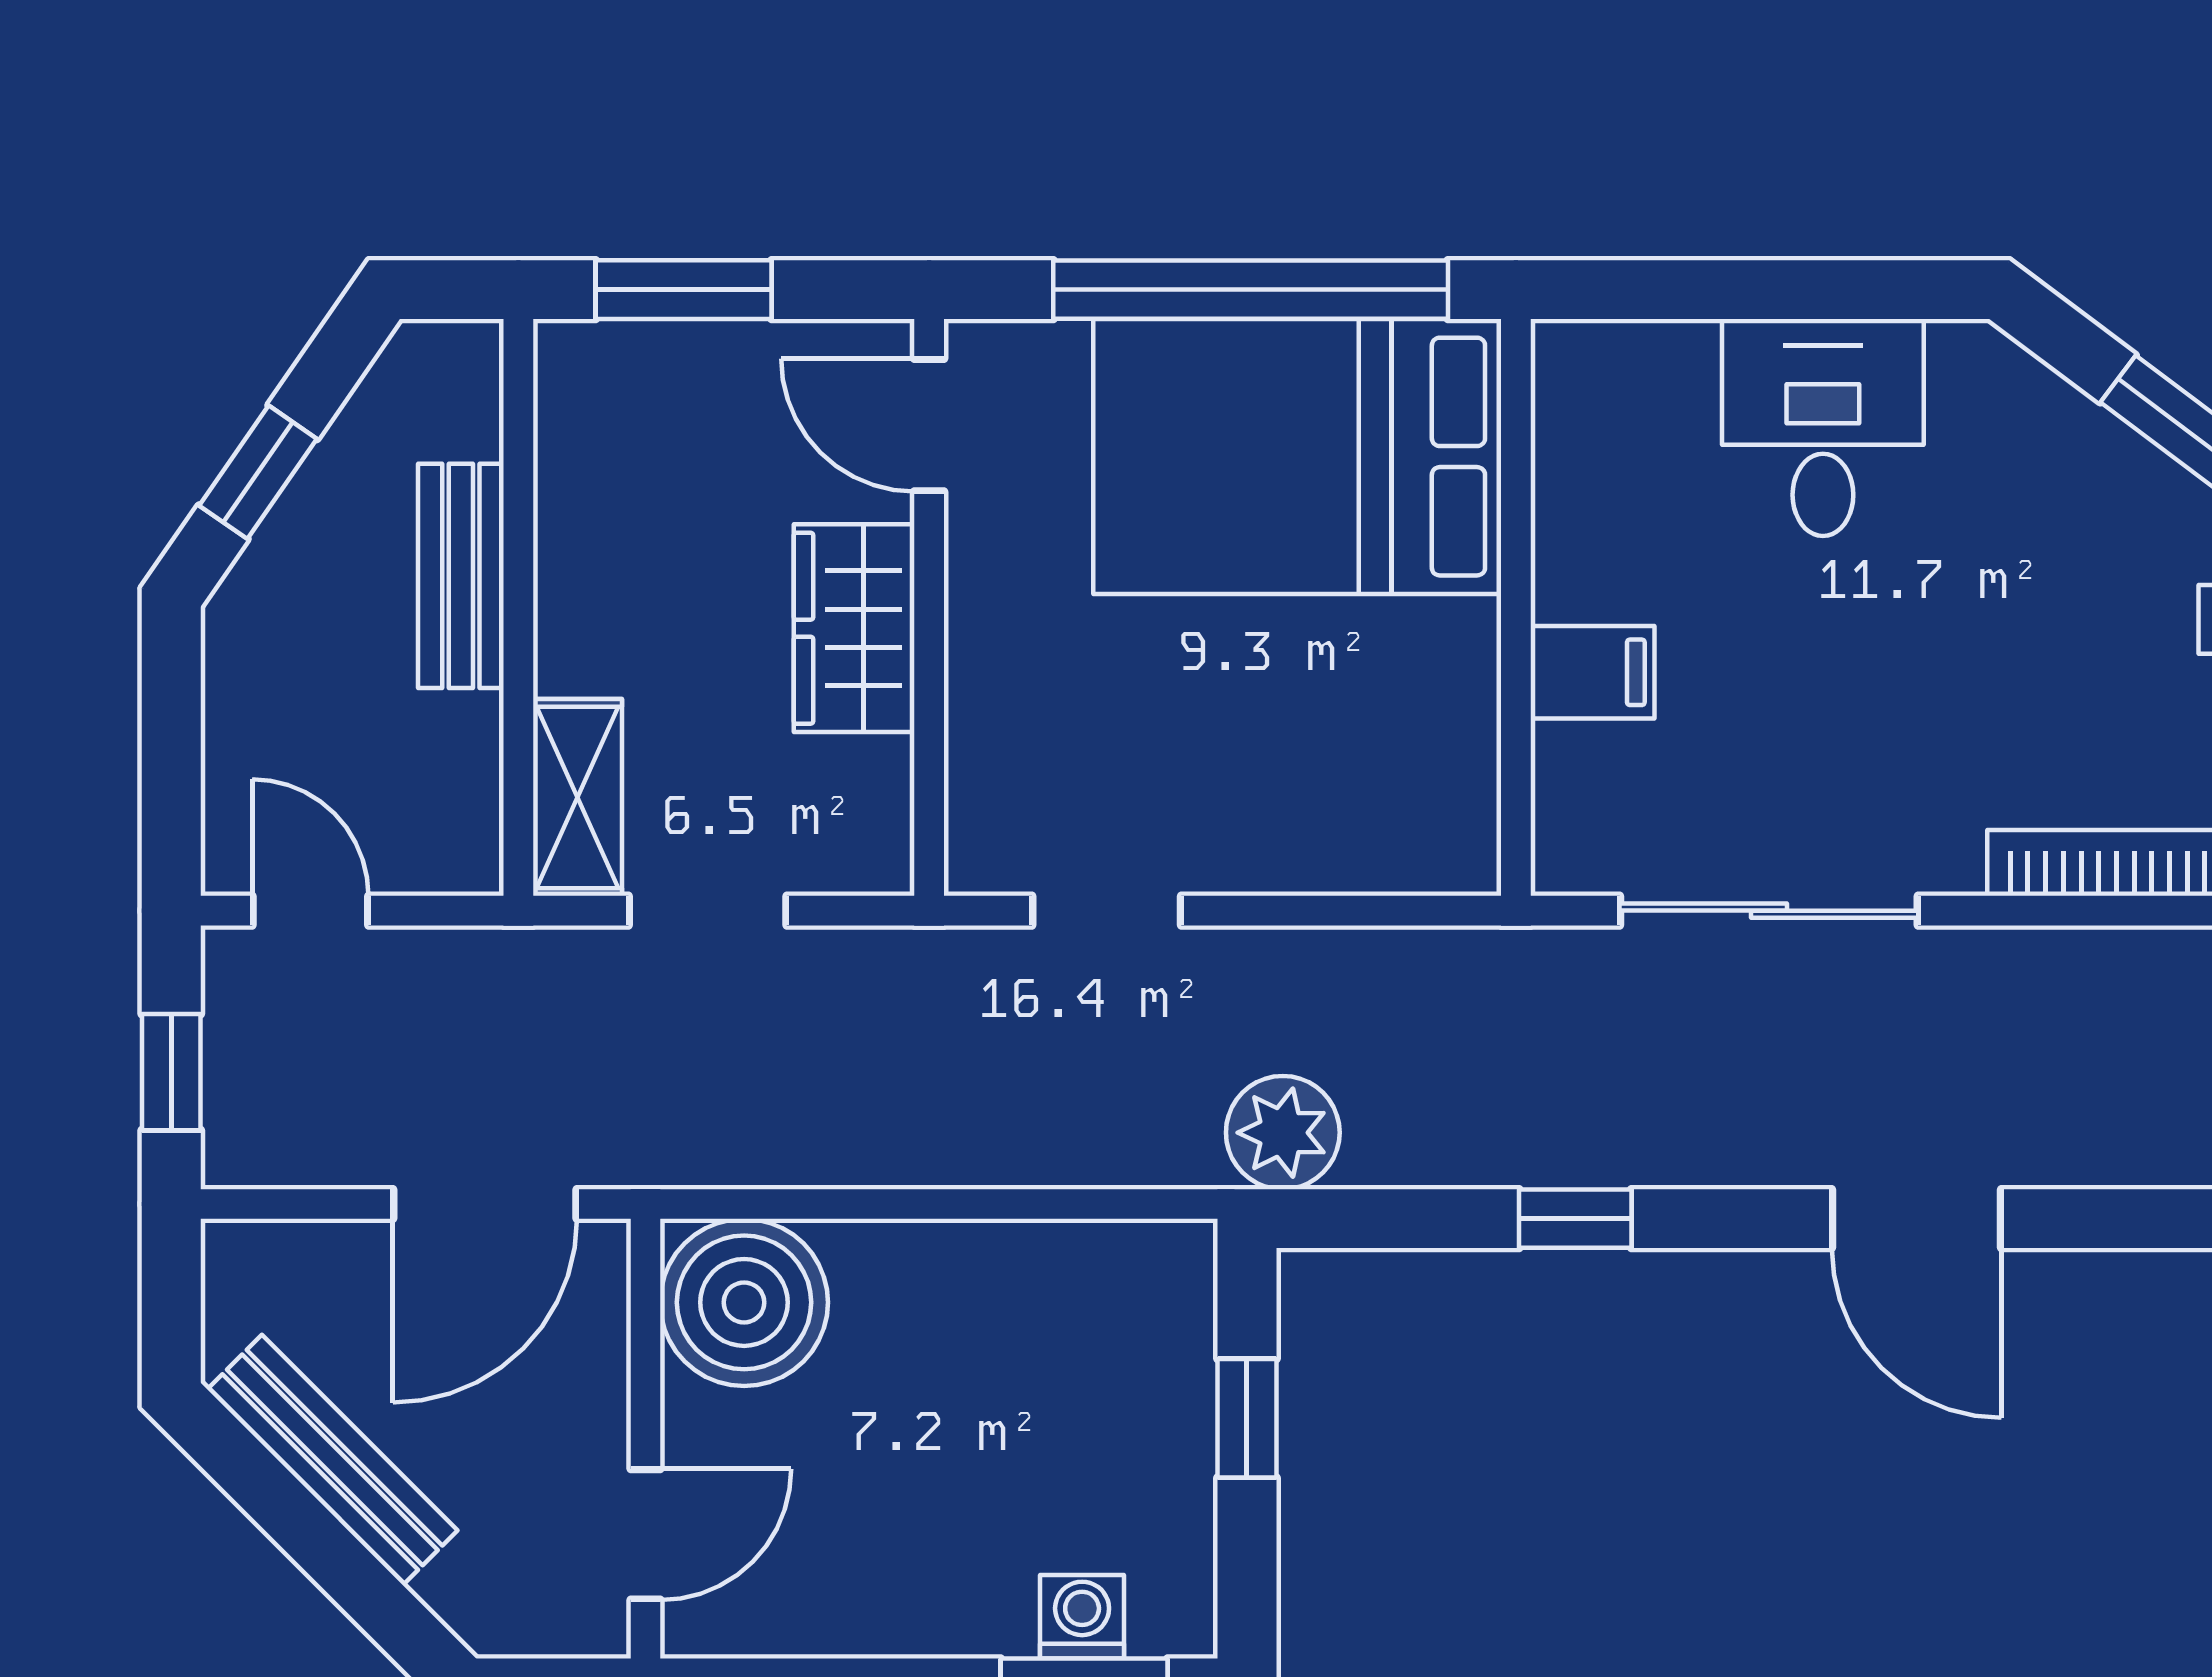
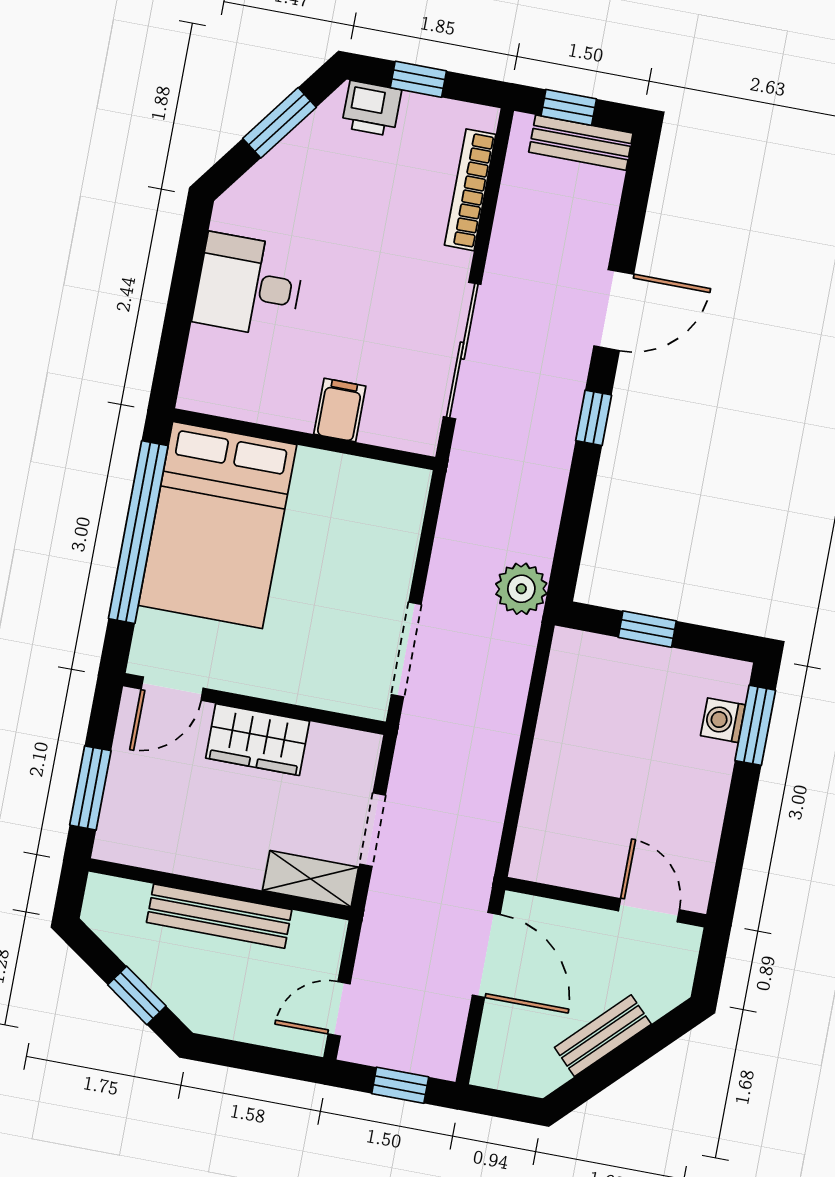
bench: (461, 576) -> (219, 916), width x1.36
doorway: (1107, 911) -> (406, 649), width x1.38
window: (1575, 1219) -> (594, 418), moved
boiler: (744, 1302) -> (552, 846), removed
bench: (332, 1460) -> (603, 1036), width x0.73

